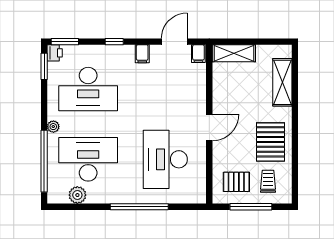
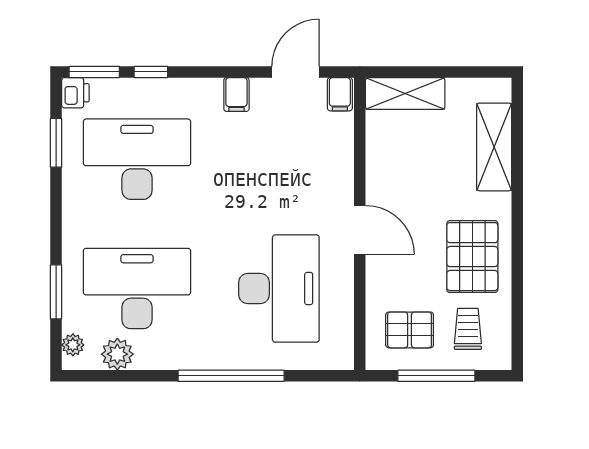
window: (114, 42) -> (151, 72), moved
window: (44, 66) -> (56, 143), moved
desk: (88, 89) -> (137, 159), turned 180
plant: (53, 127) -> (73, 345), moved
door: (209, 127) -> (360, 230), hinge flipped
desk: (165, 159) -> (279, 289), turned 180
window: (44, 161) -> (56, 292), width x0.47

